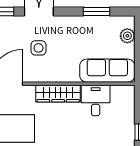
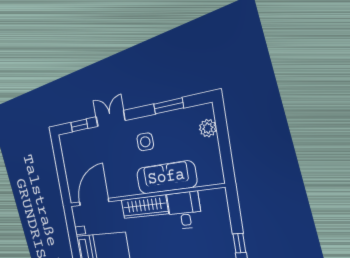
side table: (38, 48) -> (145, 142), moved
sofa: (107, 71) -> (166, 177), moved

